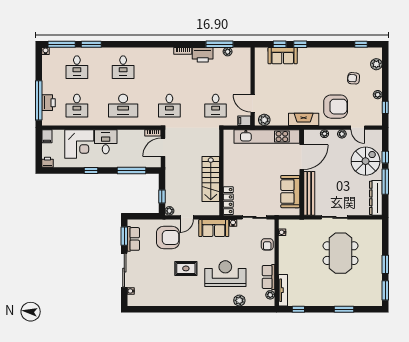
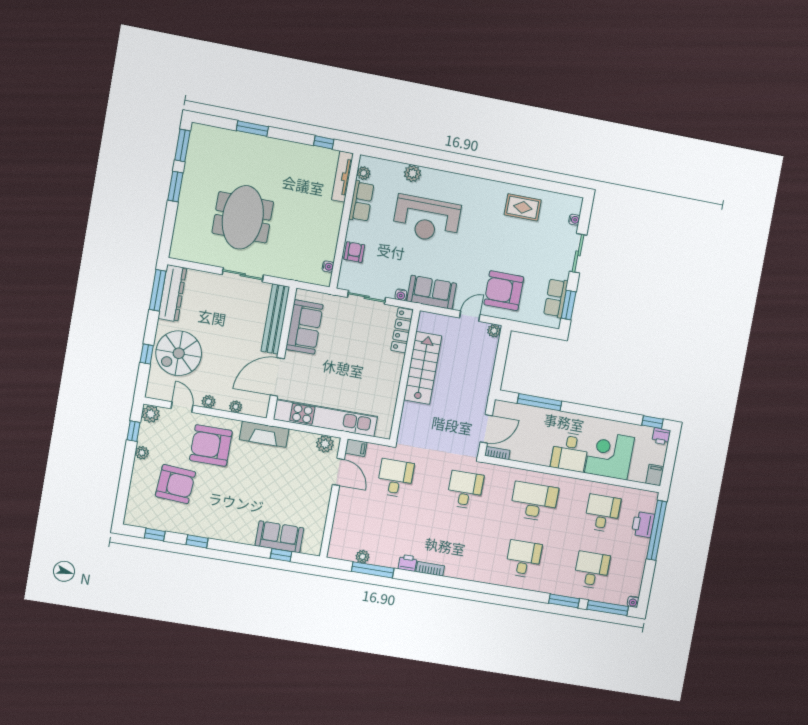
window: (300, 44) -> (197, 541), moved
printer: (203, 55) -> (408, 563), width x0.53, depth x0.68
plant: (376, 64) -> (151, 414), moved
armchair: (354, 78) -> (175, 484), width x1.88, depth x1.88
window: (91, 170) -> (652, 422), moved
window: (385, 182) -> (158, 290), moved
window: (162, 196) -> (501, 355), removed
rug: (186, 268) -> (523, 207), moved
sliding door: (124, 270) -> (578, 253), width x0.73

